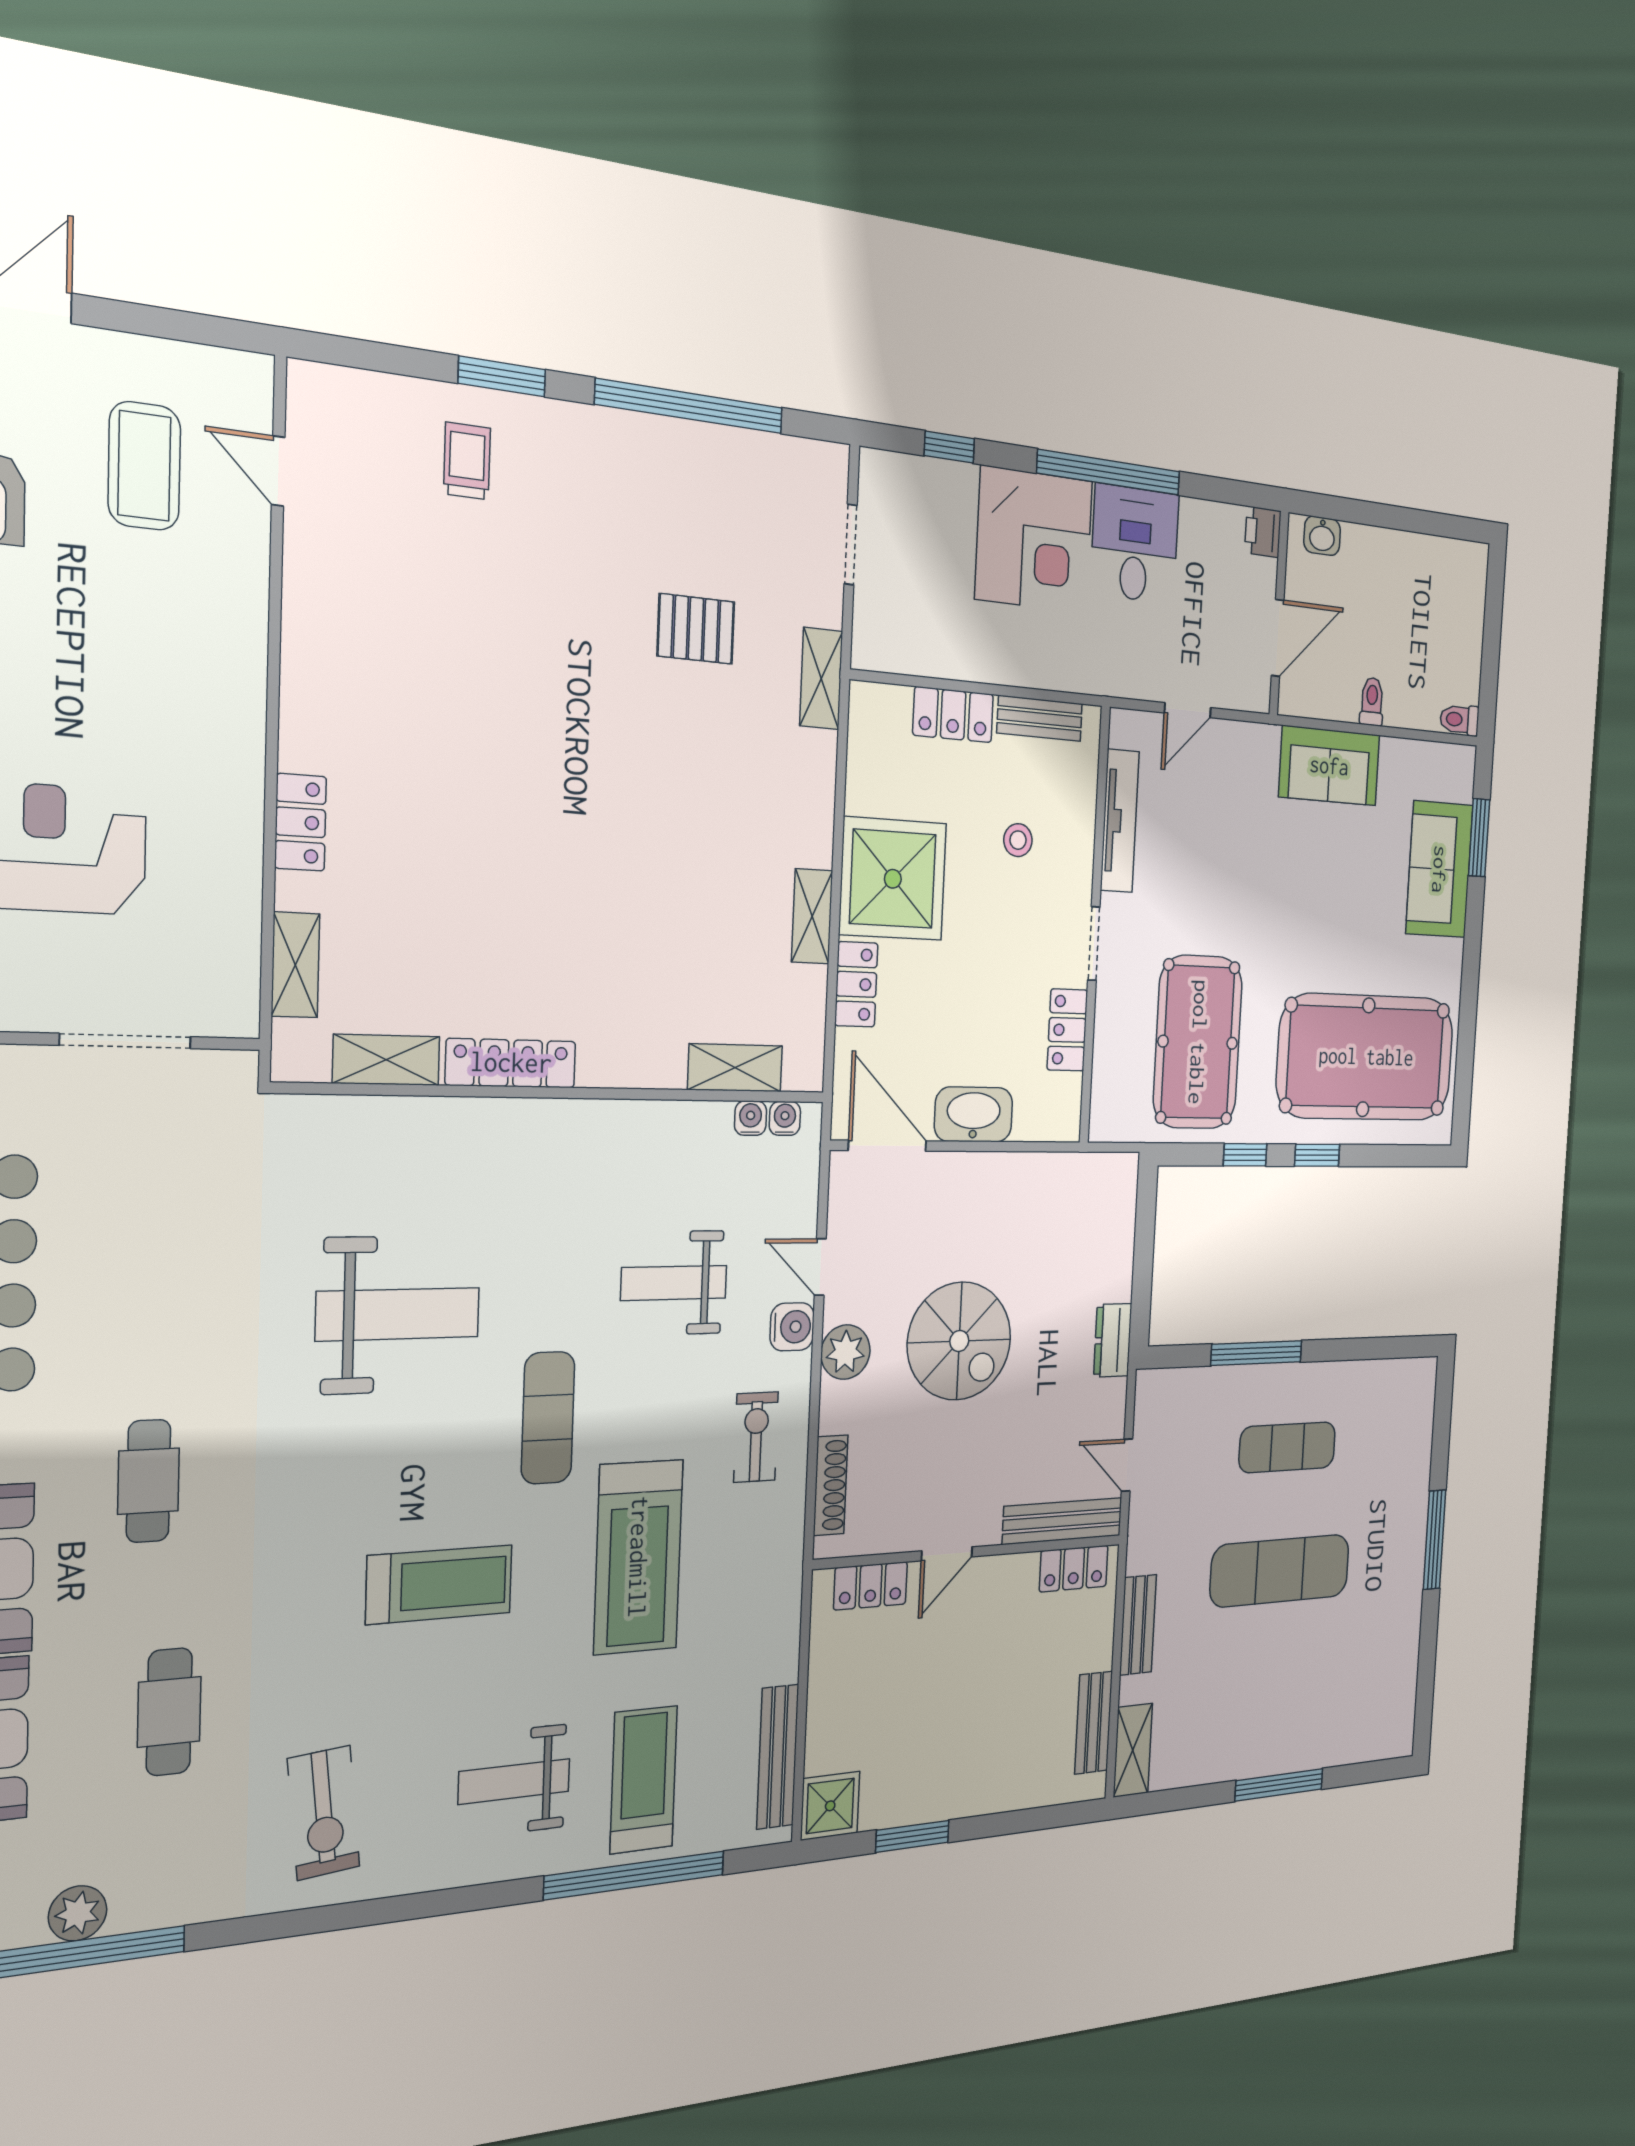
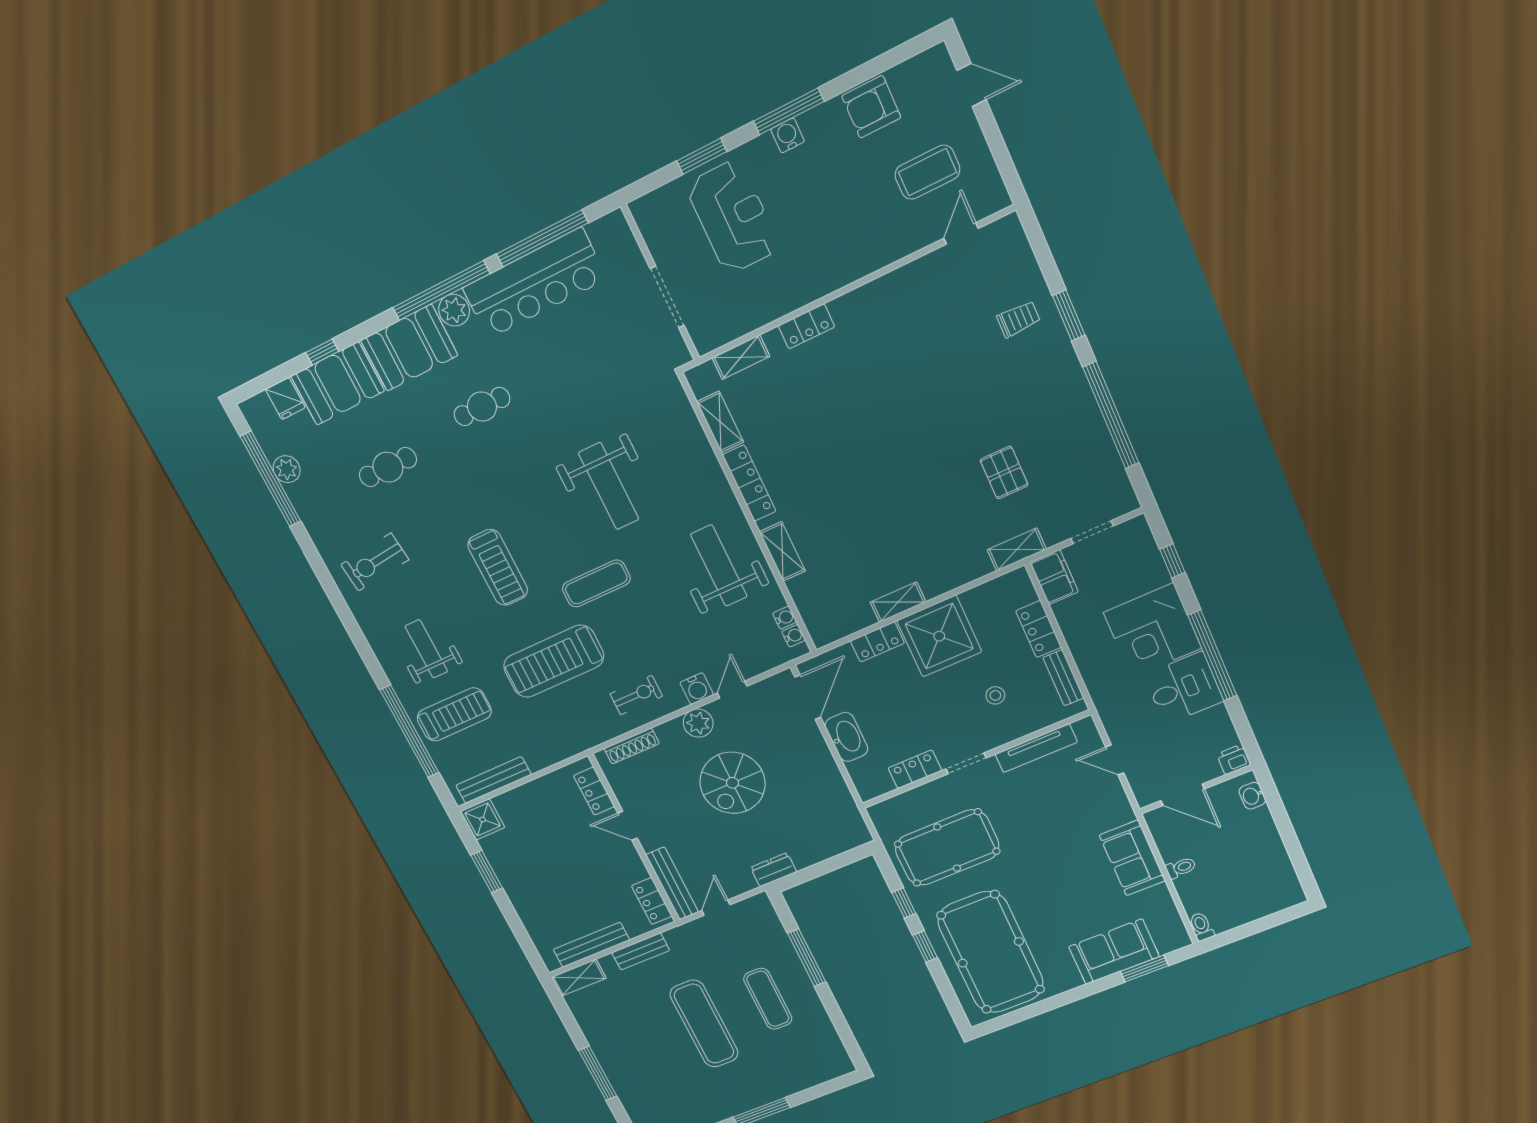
filing cabinet: (889, 644) -> (1054, 577), added
shelving: (735, 1068) -> (782, 551), moved
weight bench: (674, 1283) -> (719, 566), moved, width x1.36, depth x1.33
bench: (1094, 1723) -> (591, 945), width x1.36

